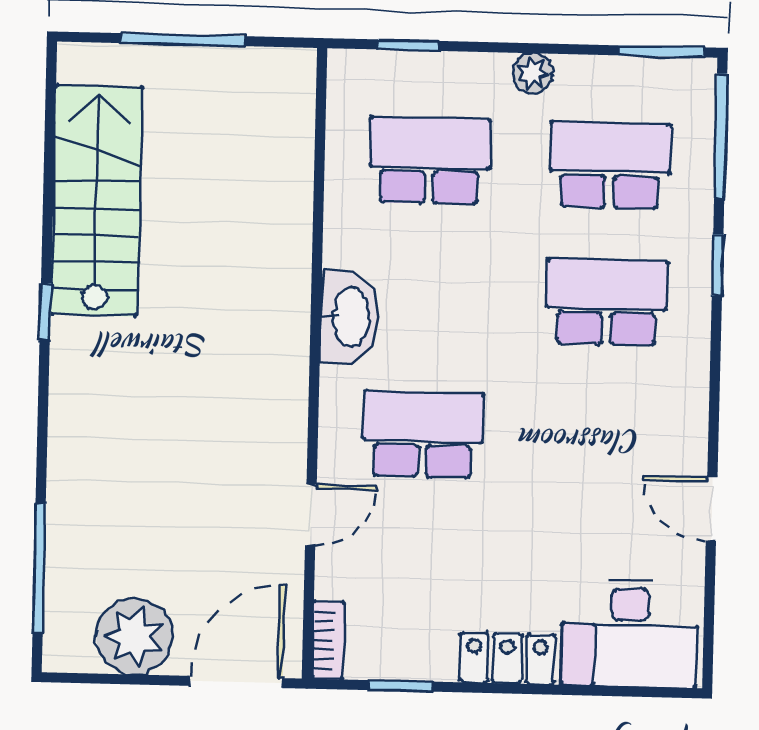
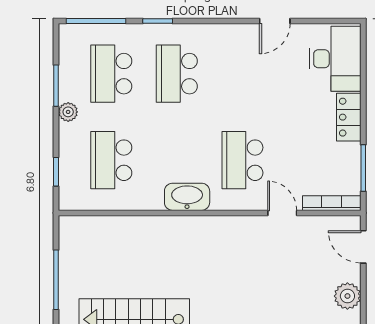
window: (661, 51) -> (56, 86), moved
plant: (134, 636) -> (347, 296), width x0.73, depth x0.73
bookcase: (328, 640) -> (332, 203), width x1.56
door: (236, 682) -> (363, 247), width x0.73
window: (400, 686) -> (363, 168), width x1.50

